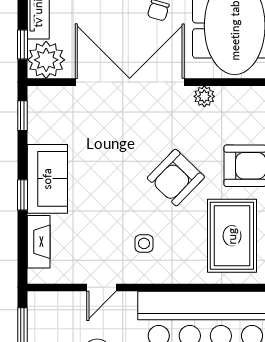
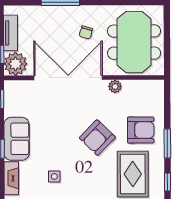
side table: (144, 243) -> (54, 176), moved

